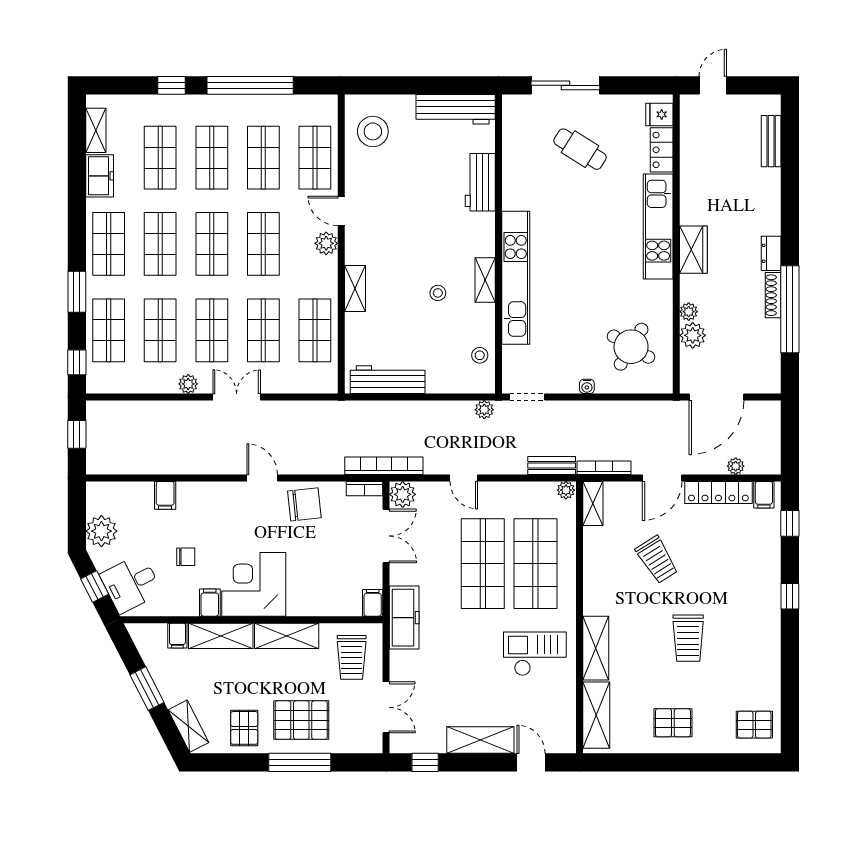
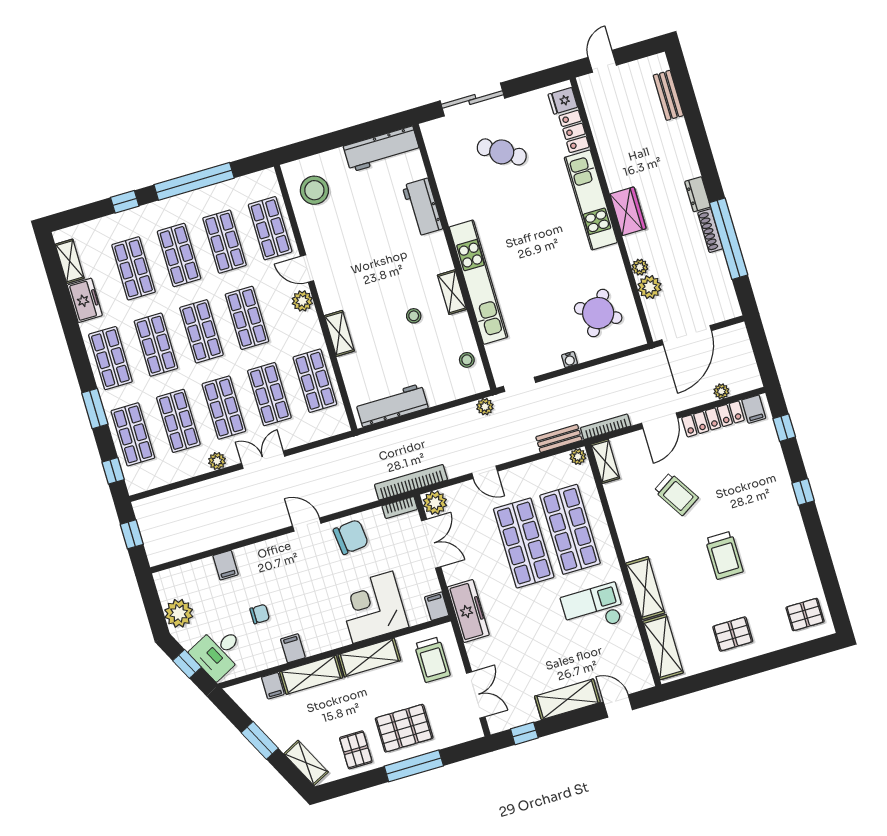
corner desk: (254, 584) -> (373, 607), moved

